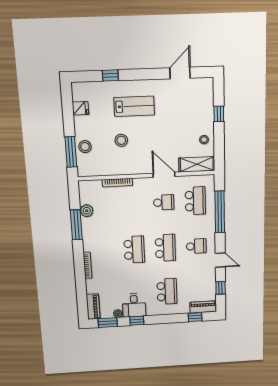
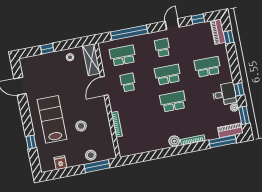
lab bench: (134, 106) -> (52, 119), width x1.36, depth x1.39
plant: (87, 211) -> (174, 141), moved
window: (76, 225) -> (223, 141), moved

